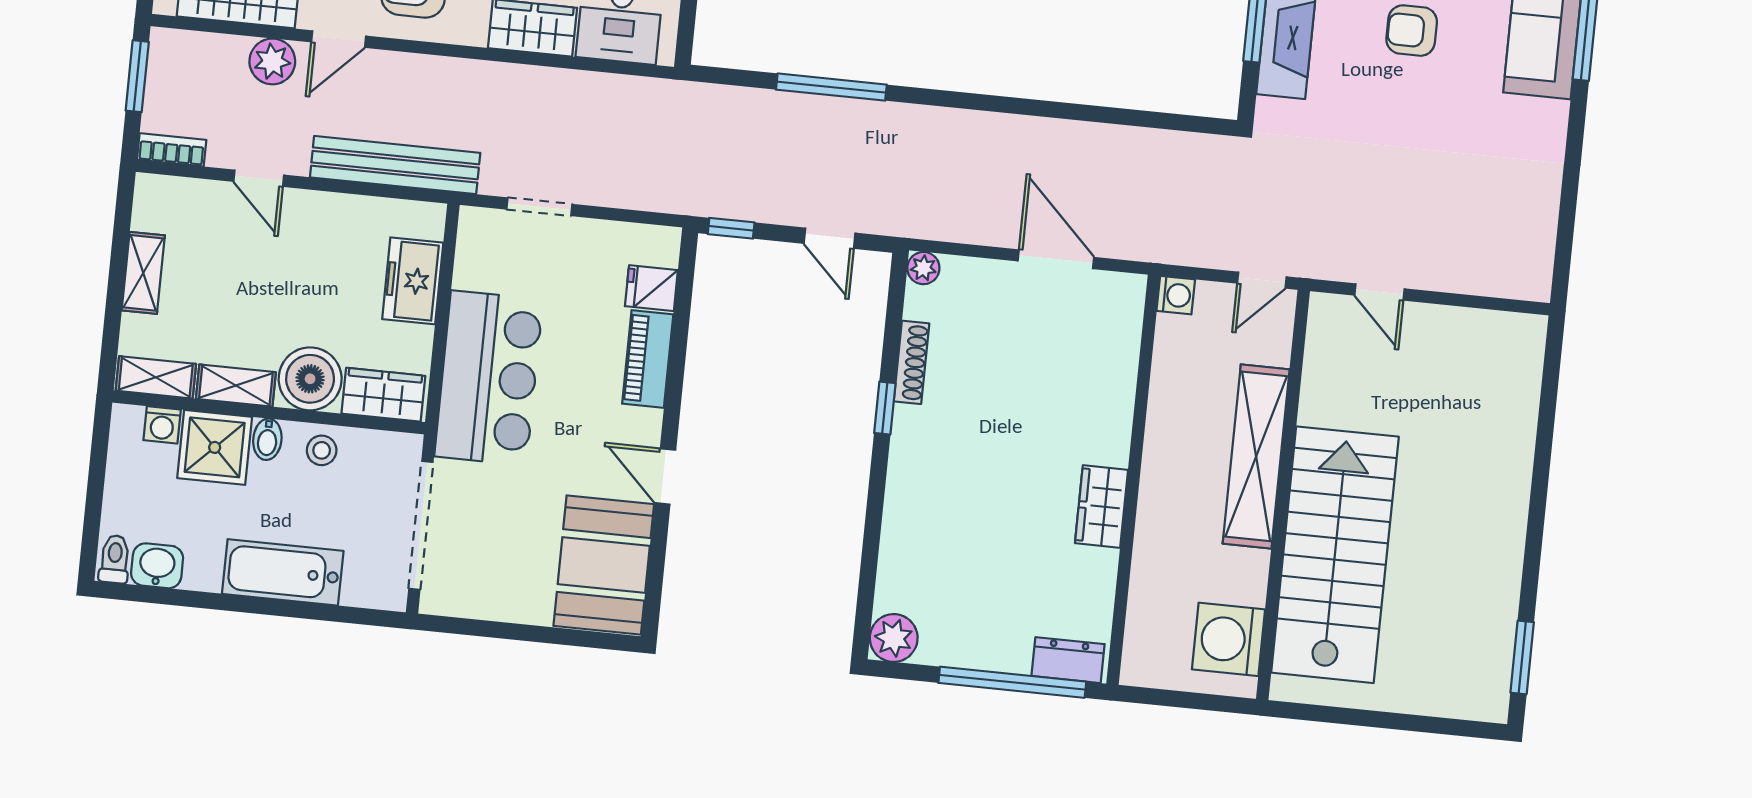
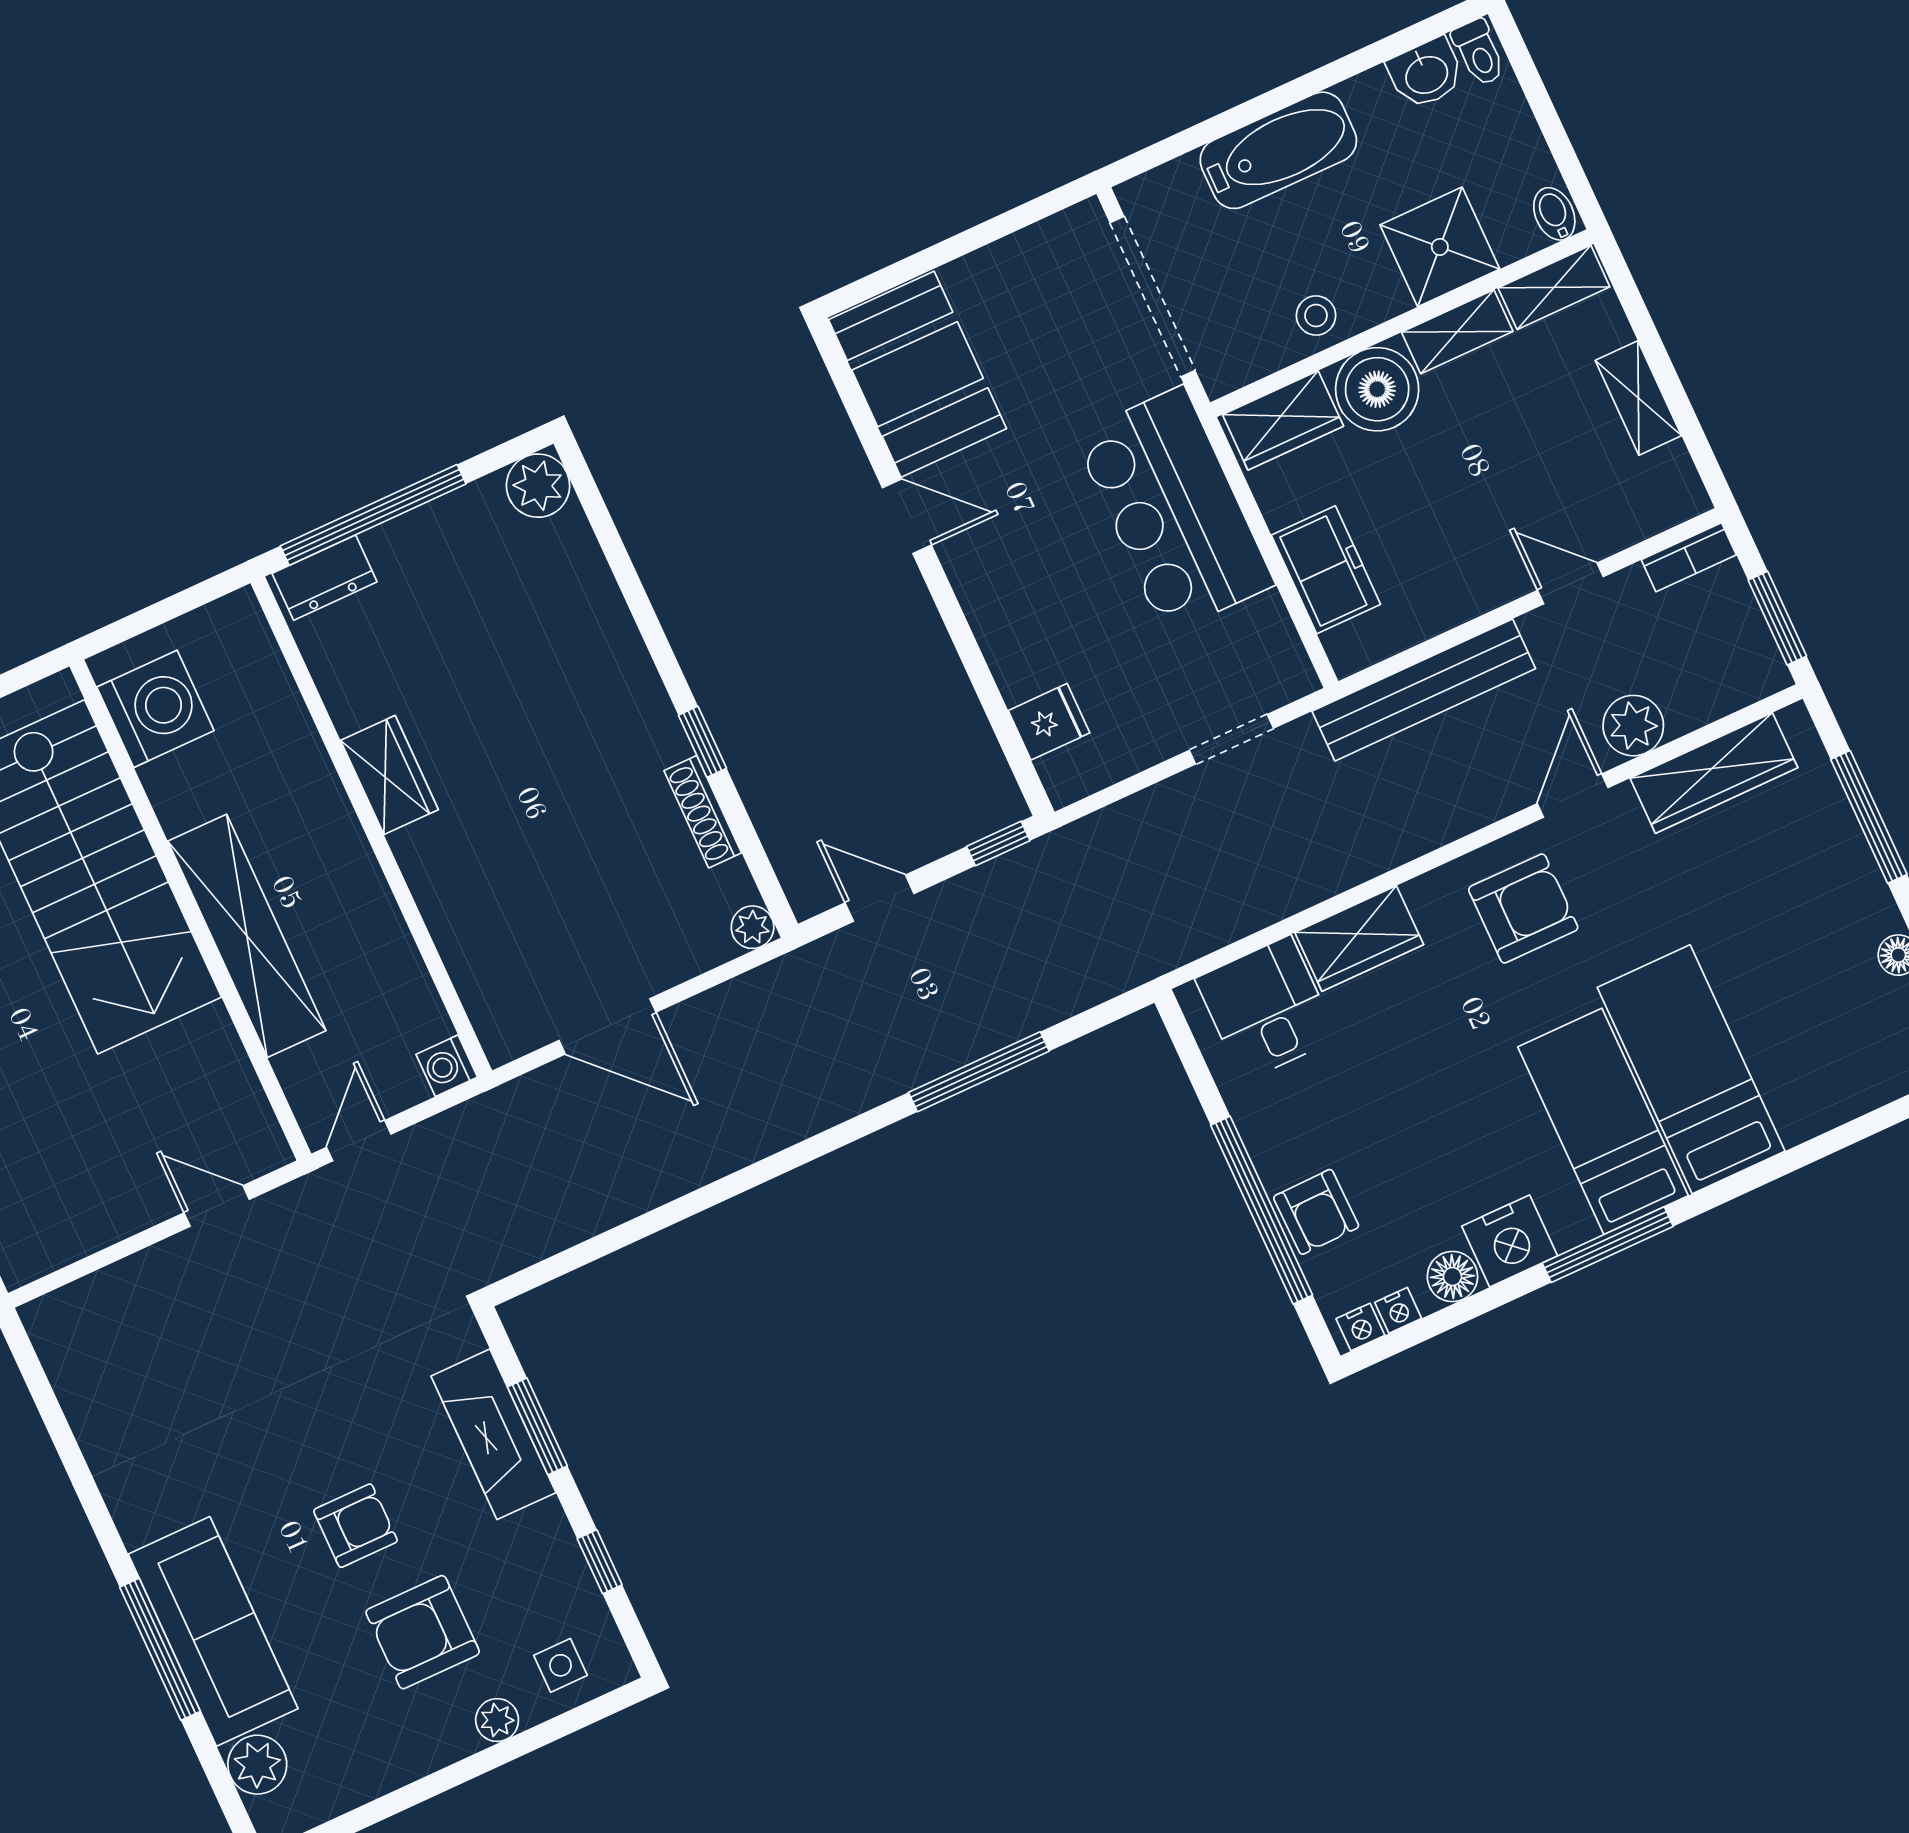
piano: (648, 359) -> (1006, 638), removed
washing machine: (162, 425) -> (1515, 237), removed
bidet: (267, 439) -> (1554, 214), moved

